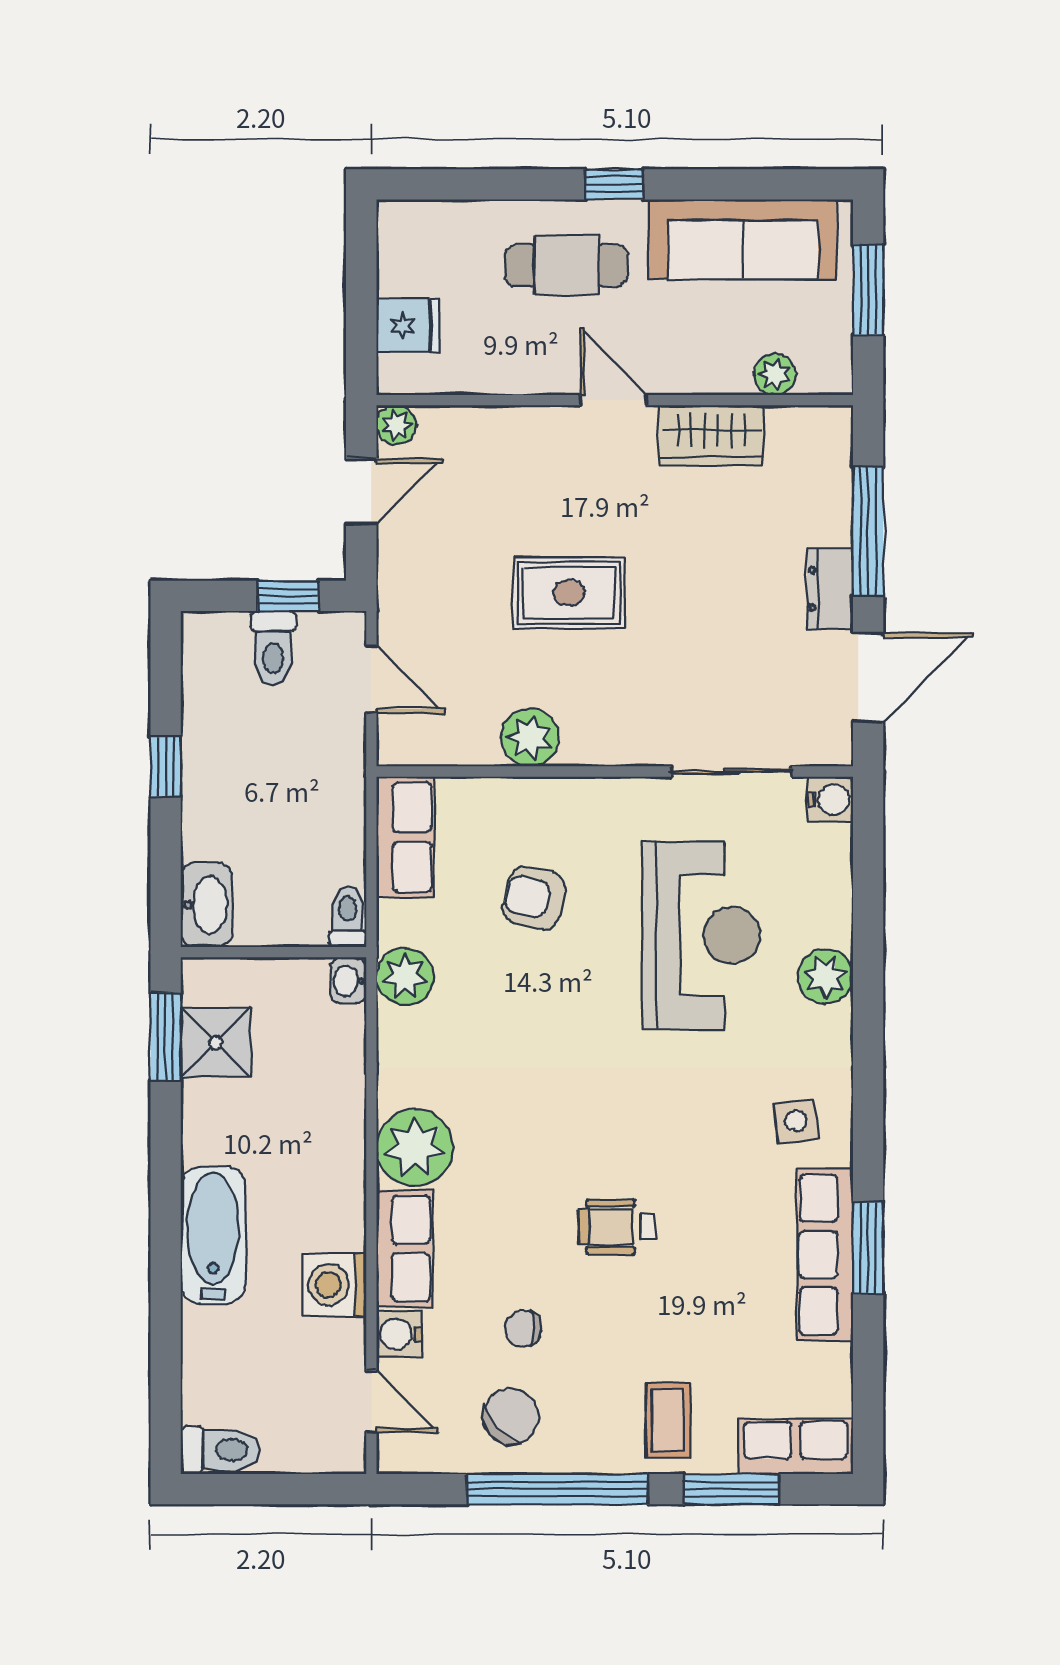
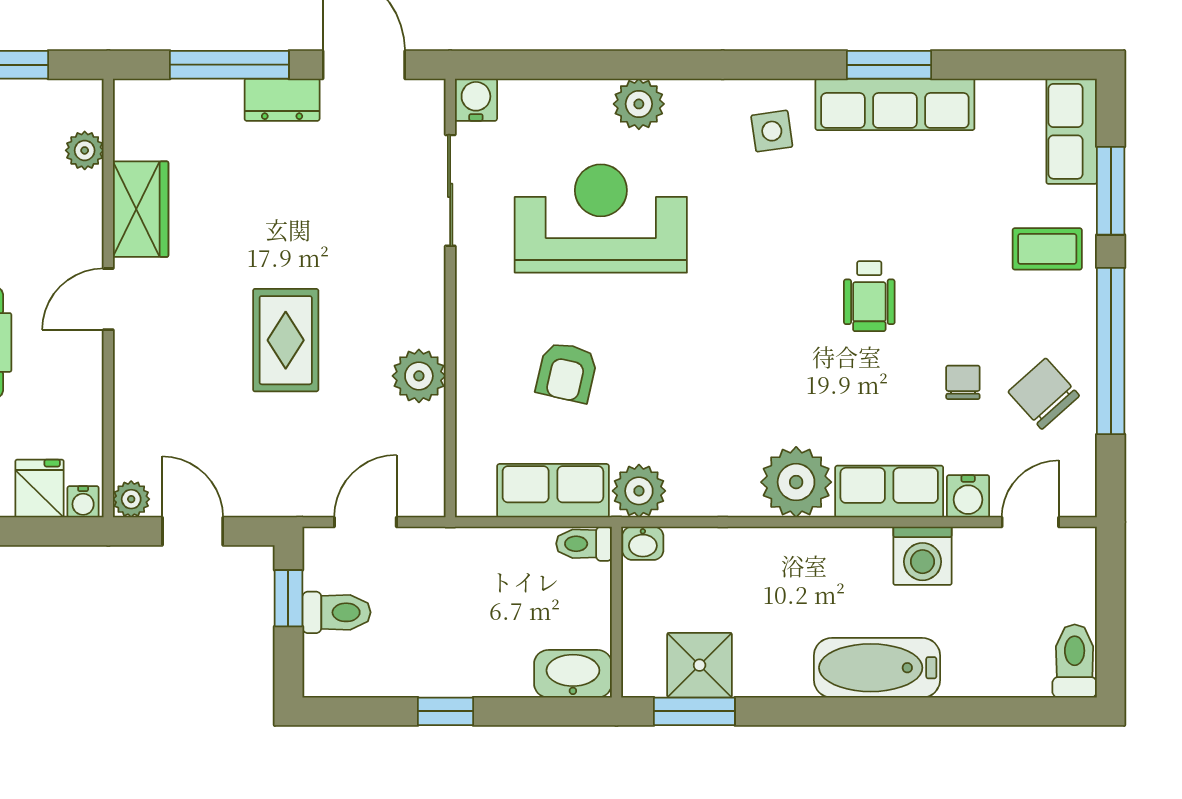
water cooler: (393, 373) -> (83, 502), added
row of seats: (405, 837) -> (553, 491), moved
chair: (523, 1329) -> (963, 382), turned 180

